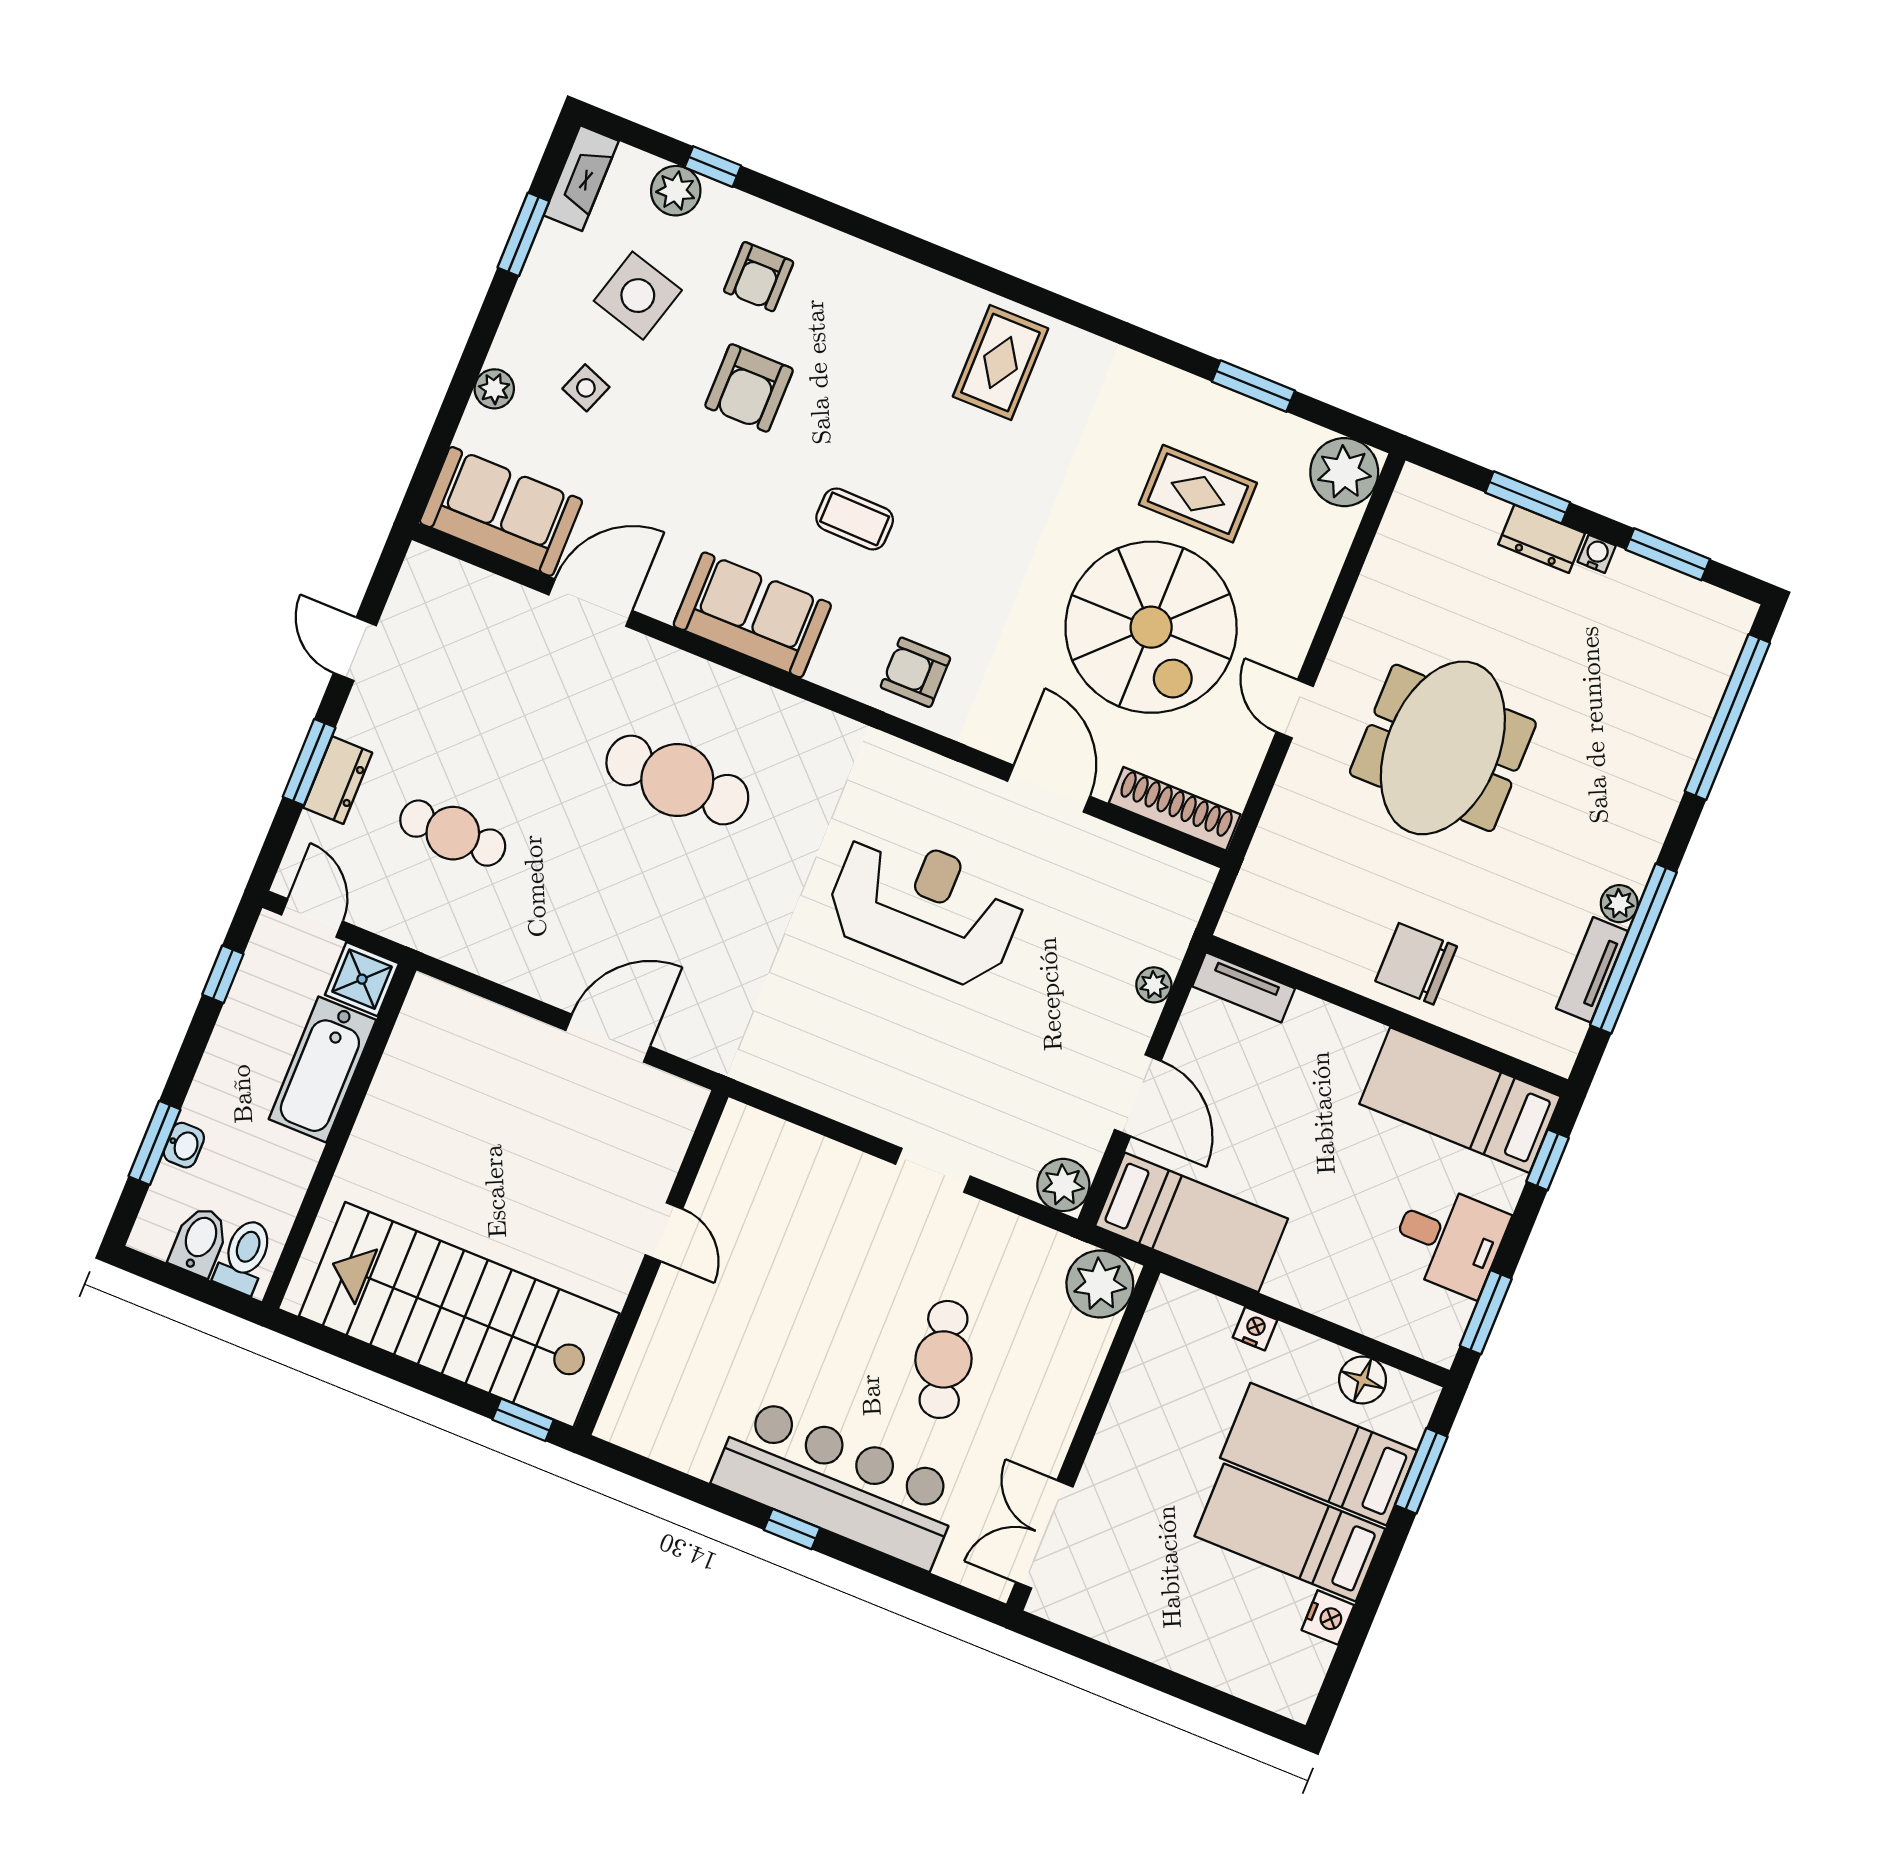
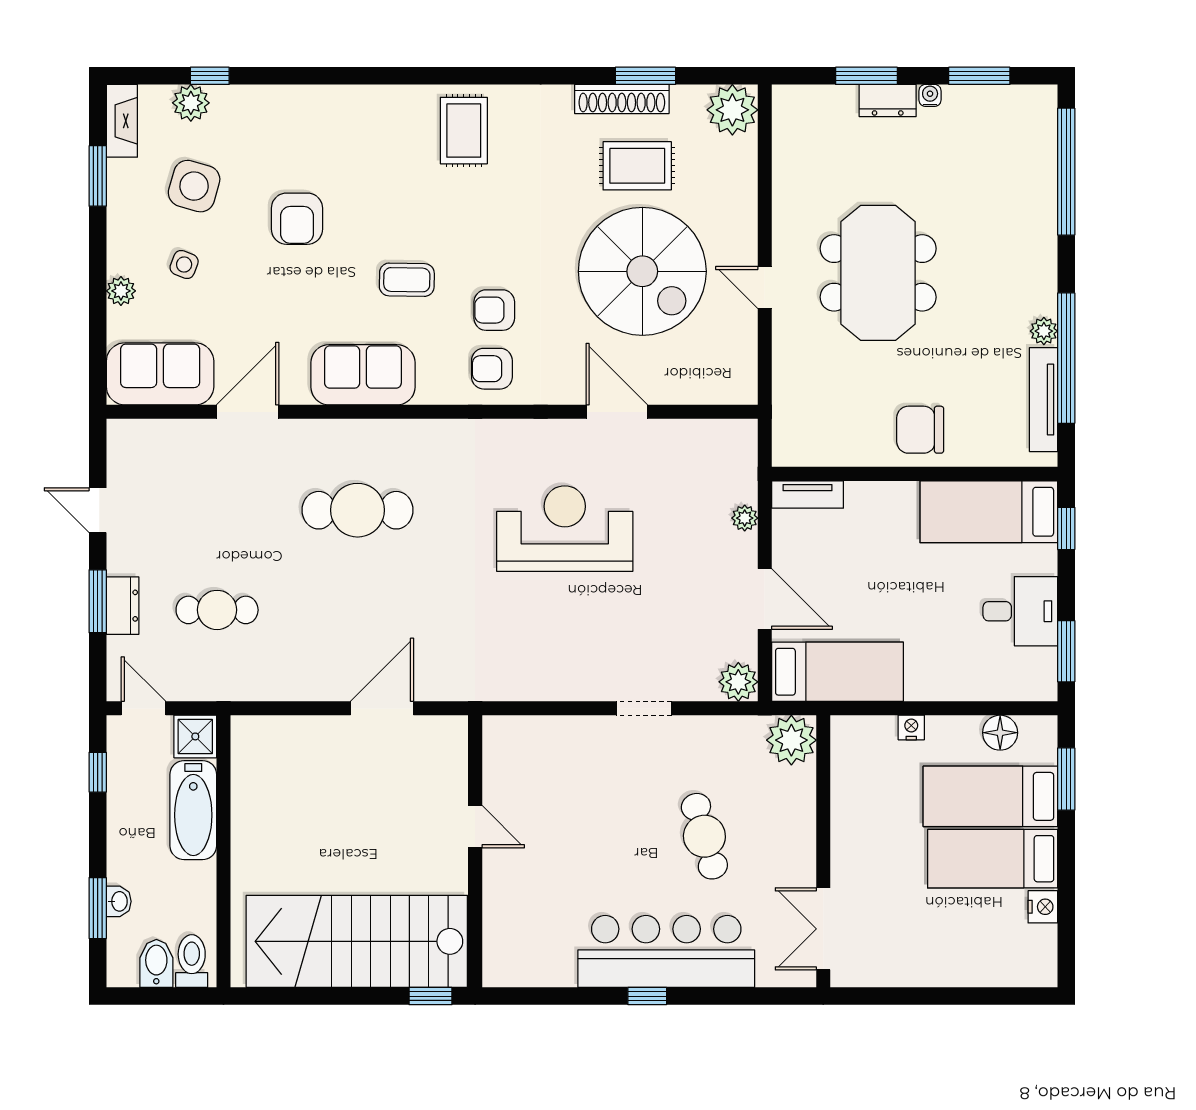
armchair: (759, 277) -> (494, 310), moved, turned 90
shoe rack: (1175, 809) -> (622, 99), moved, turned 180
tv unit: (1592, 970) -> (1044, 400), width x1.41

